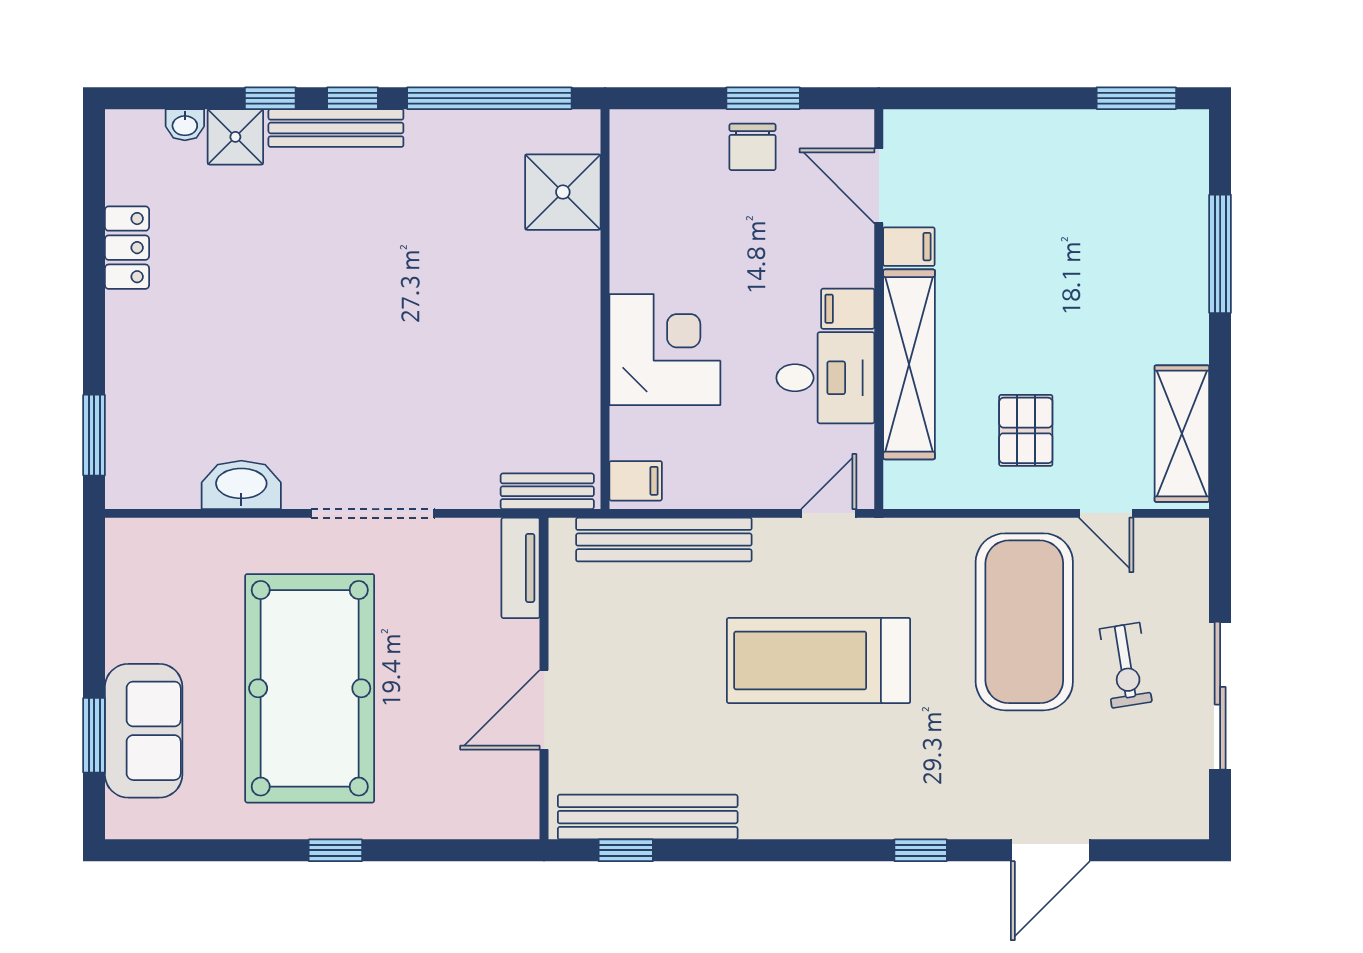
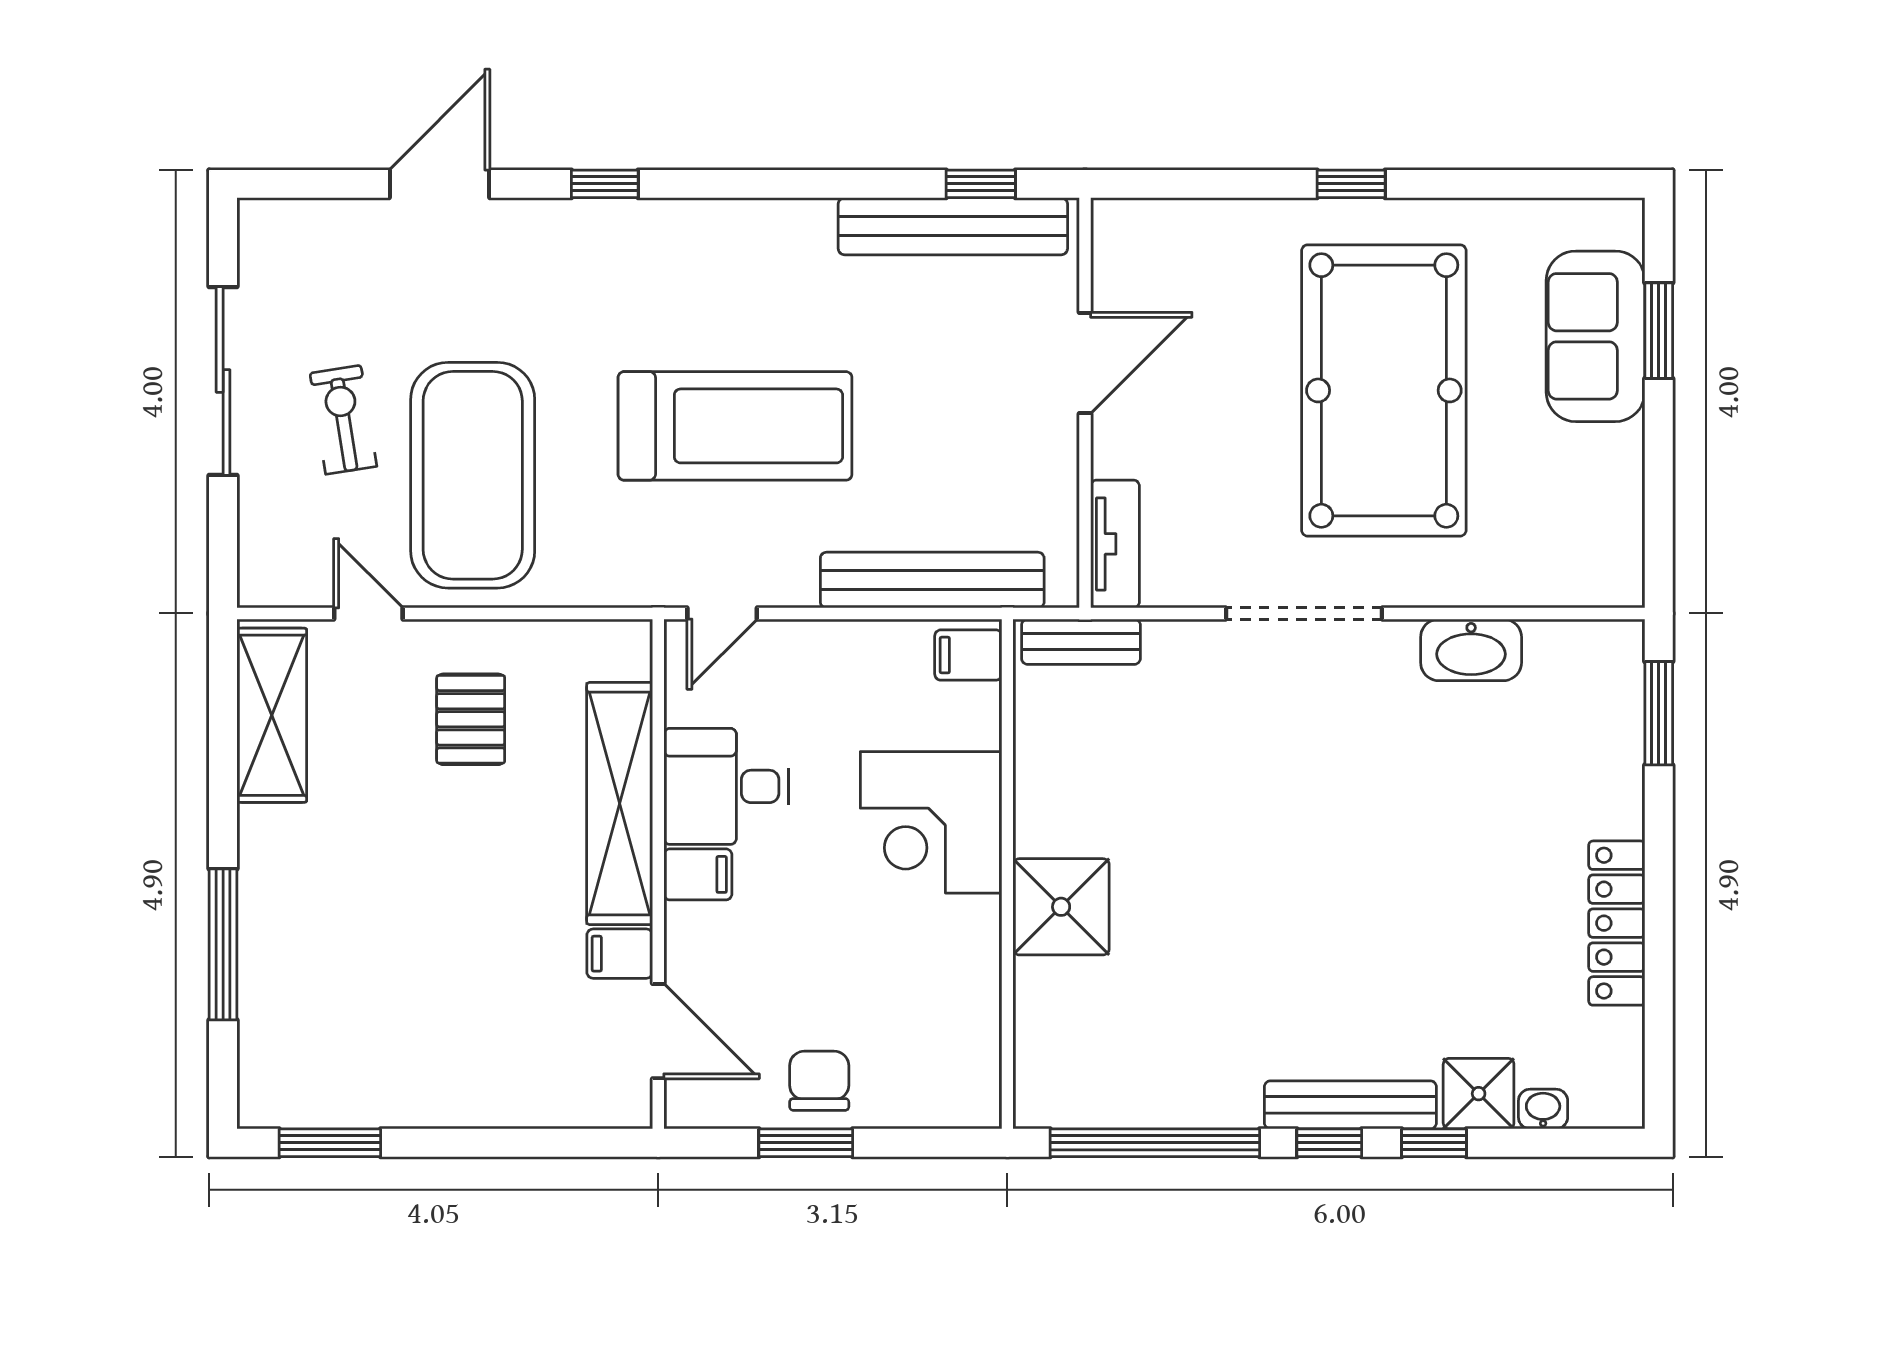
shower: (563, 192) -> (1061, 907), moved
locker: (127, 248) -> (1617, 923), width x1.53

